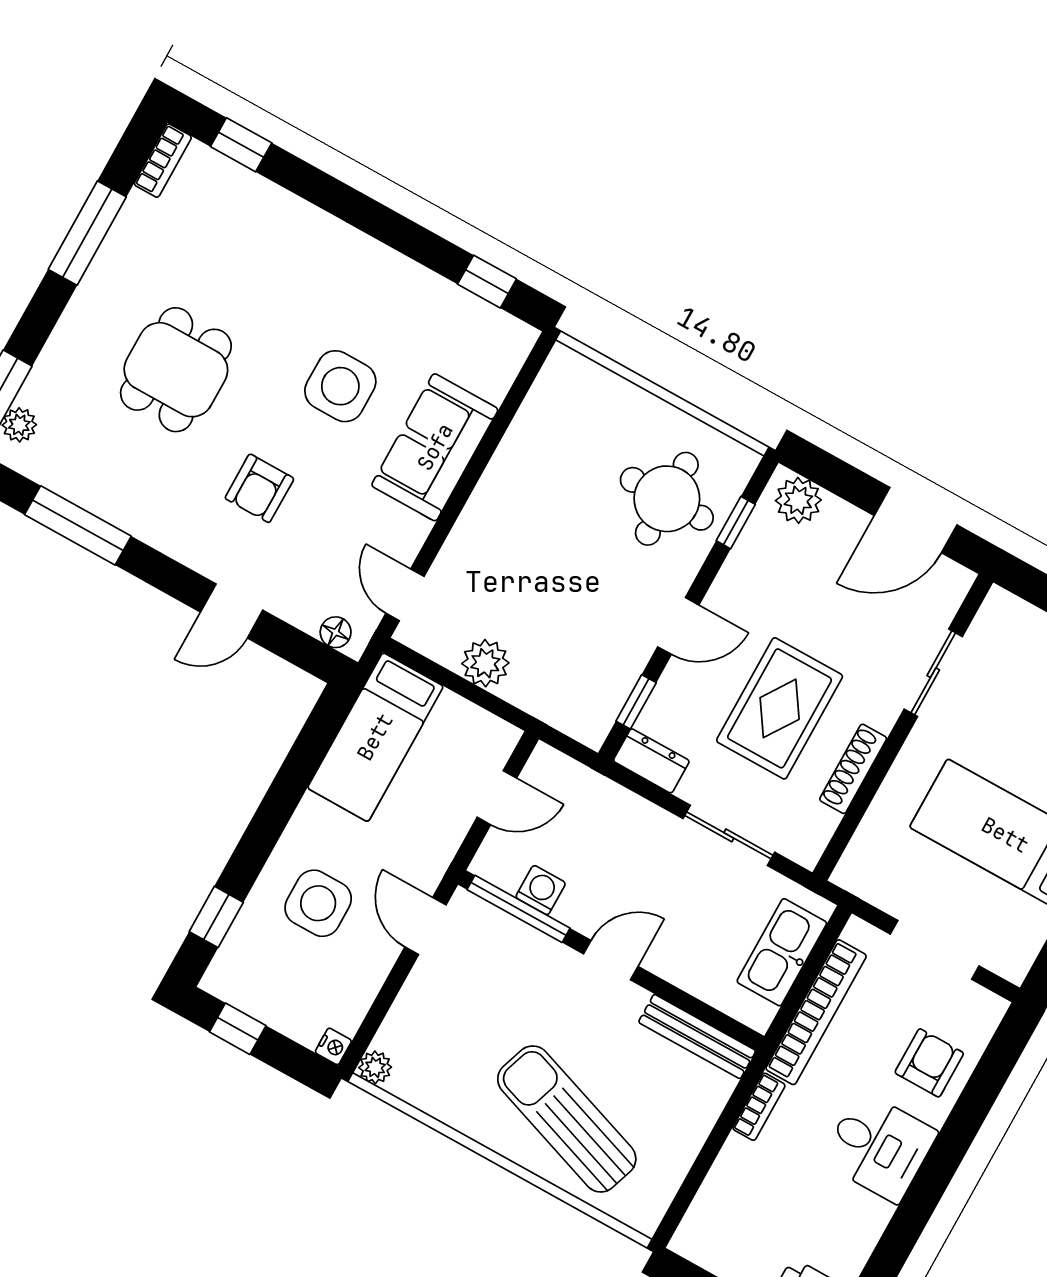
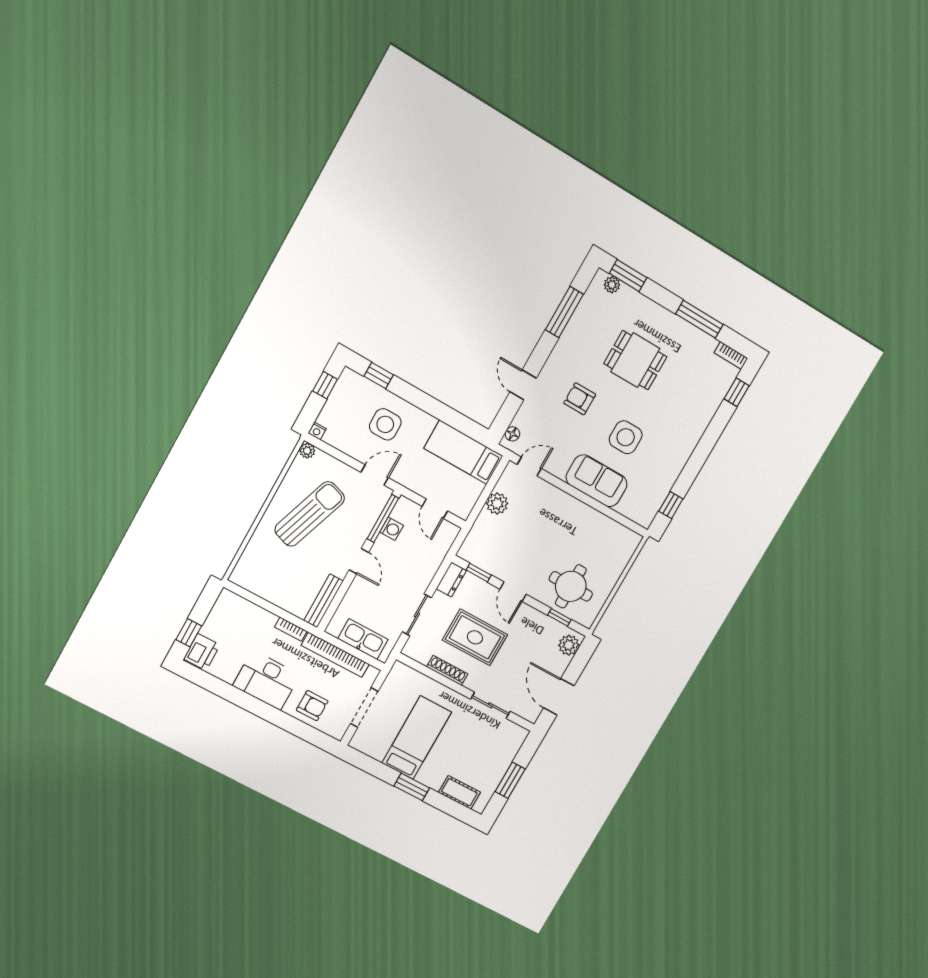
sun lounger: (567, 1119) -> (310, 514), moved
desk: (879, 1147) -> (266, 680), width x1.37

